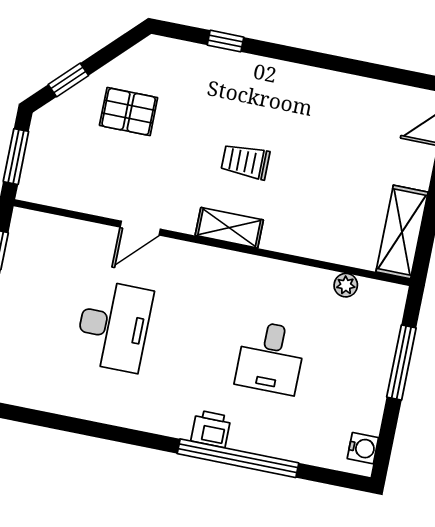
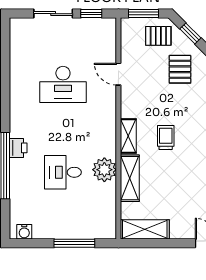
pallet: (61, 138) -> (158, 36), added
door: (140, 228) -> (118, 74), moved
shelving: (305, 240) -> (130, 178), added
plant: (346, 285) -> (104, 170), moved, width x1.88, depth x1.88

